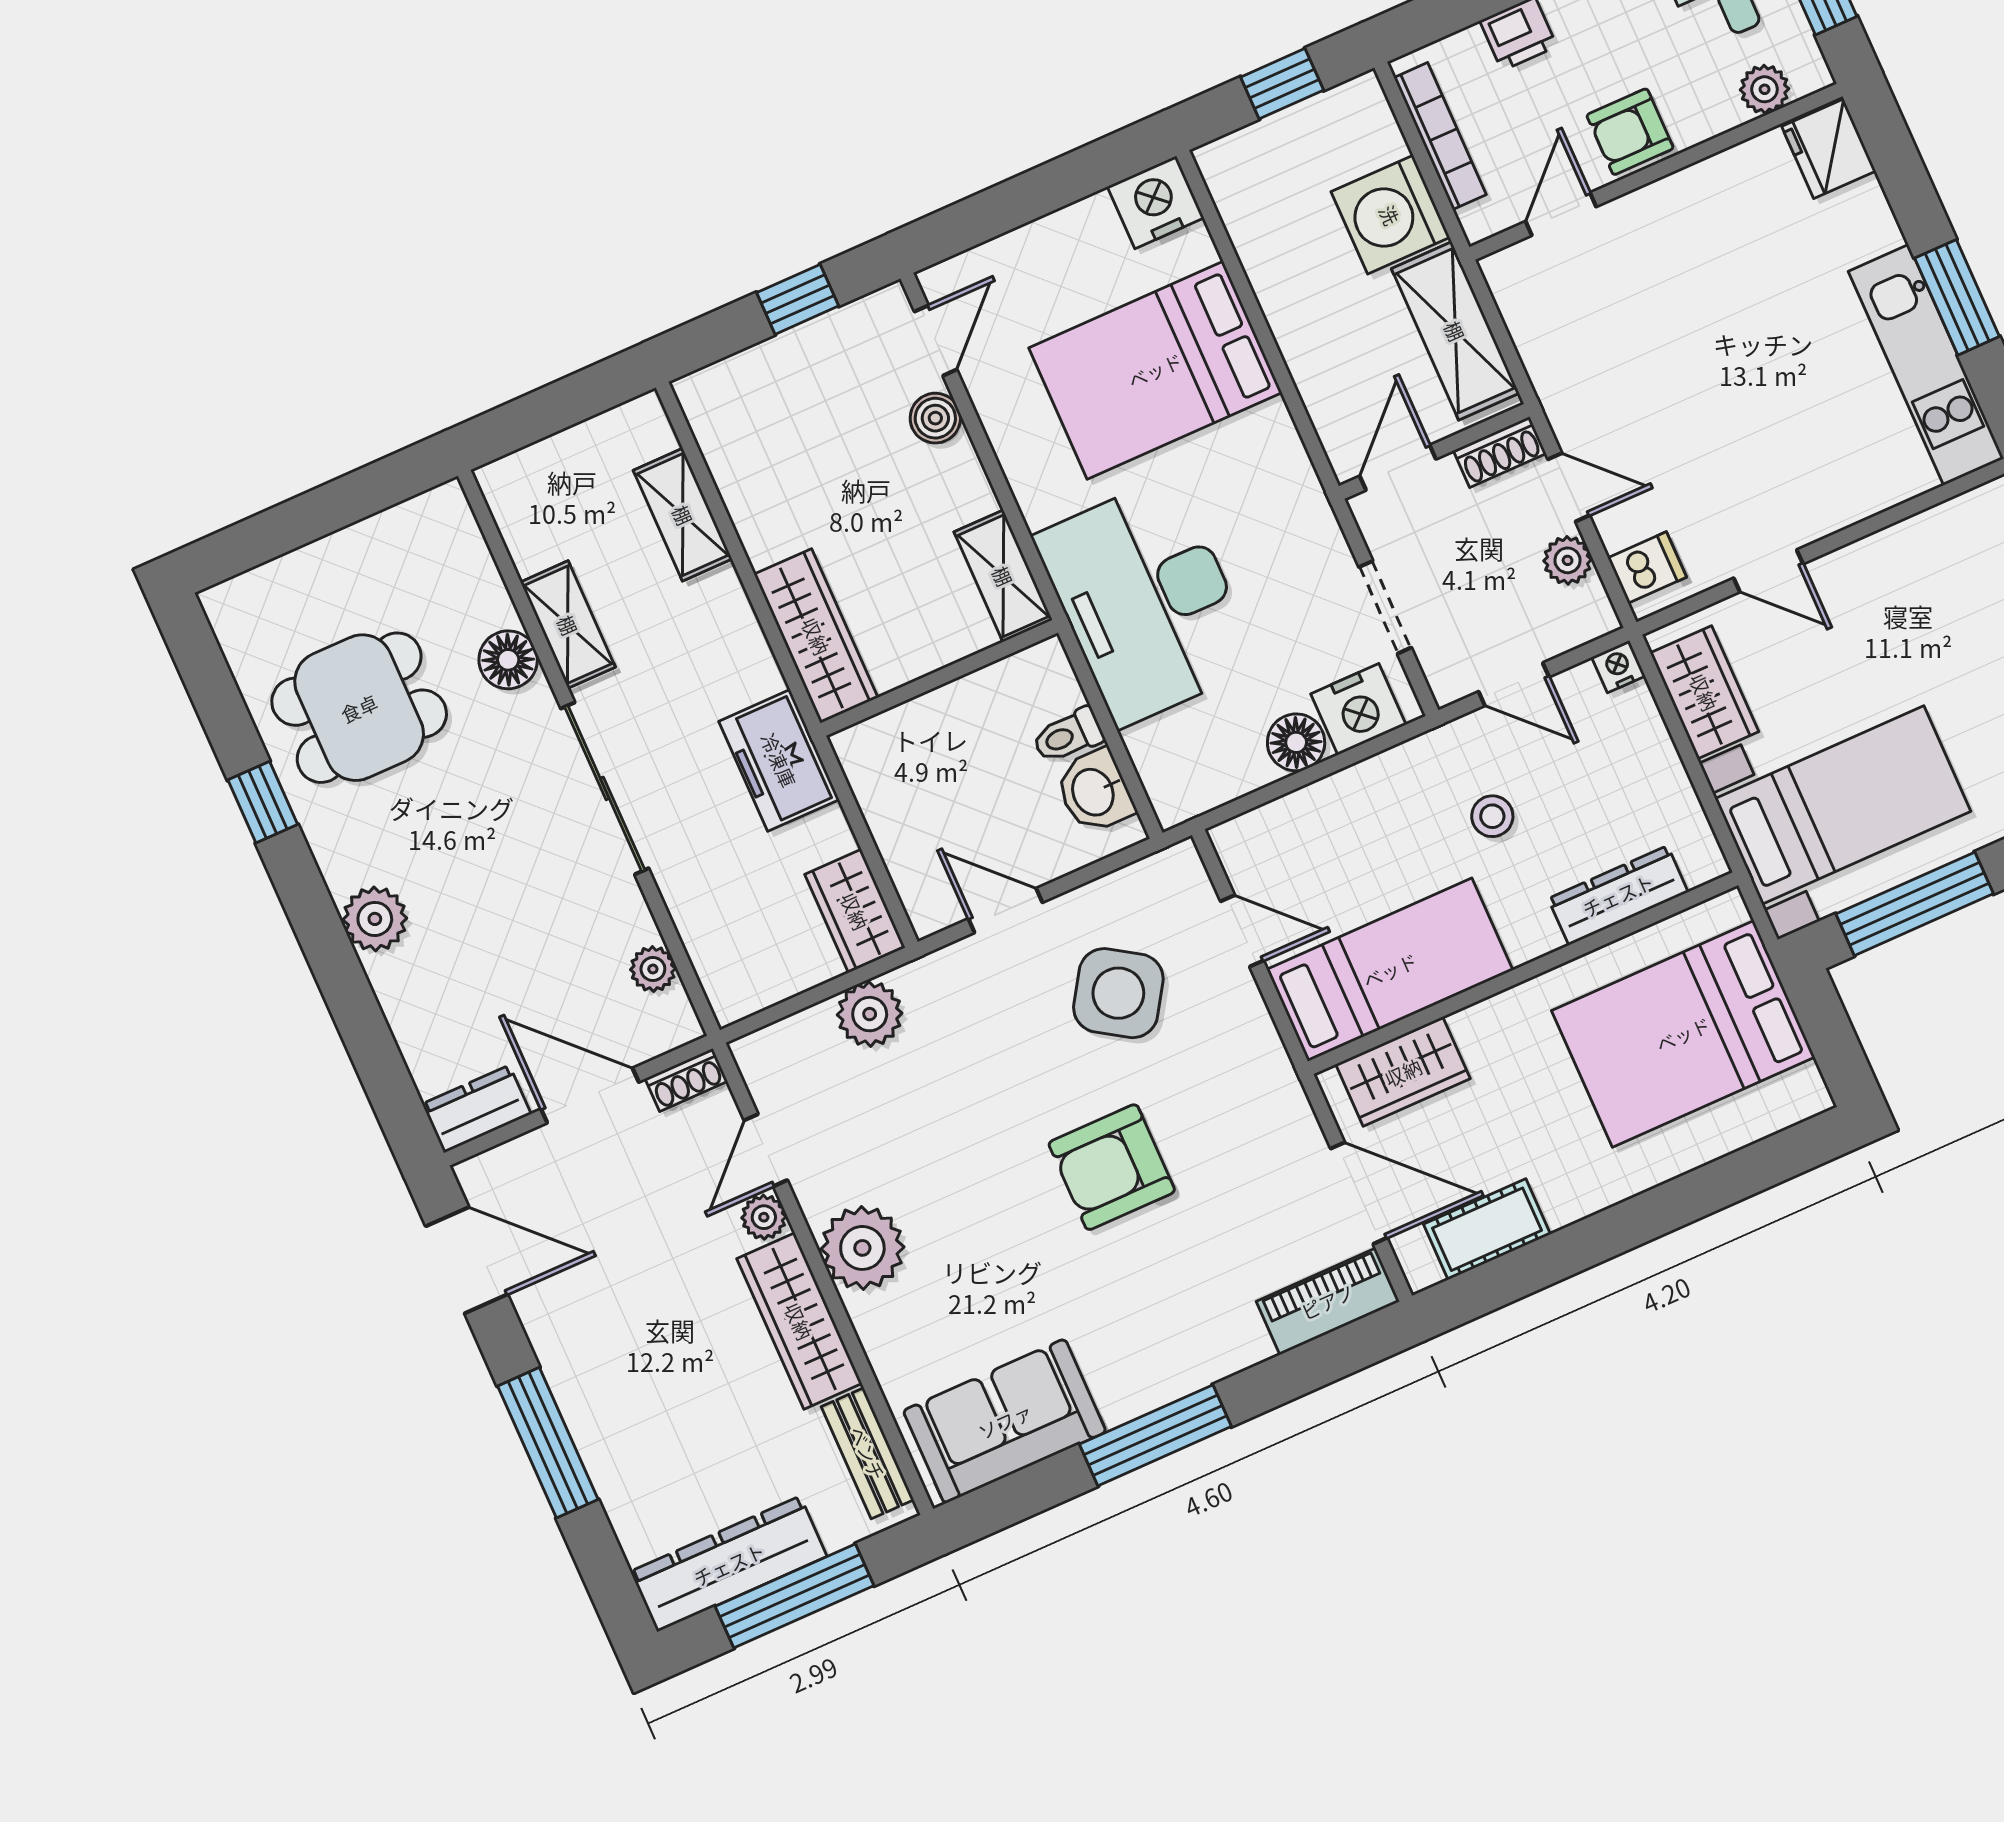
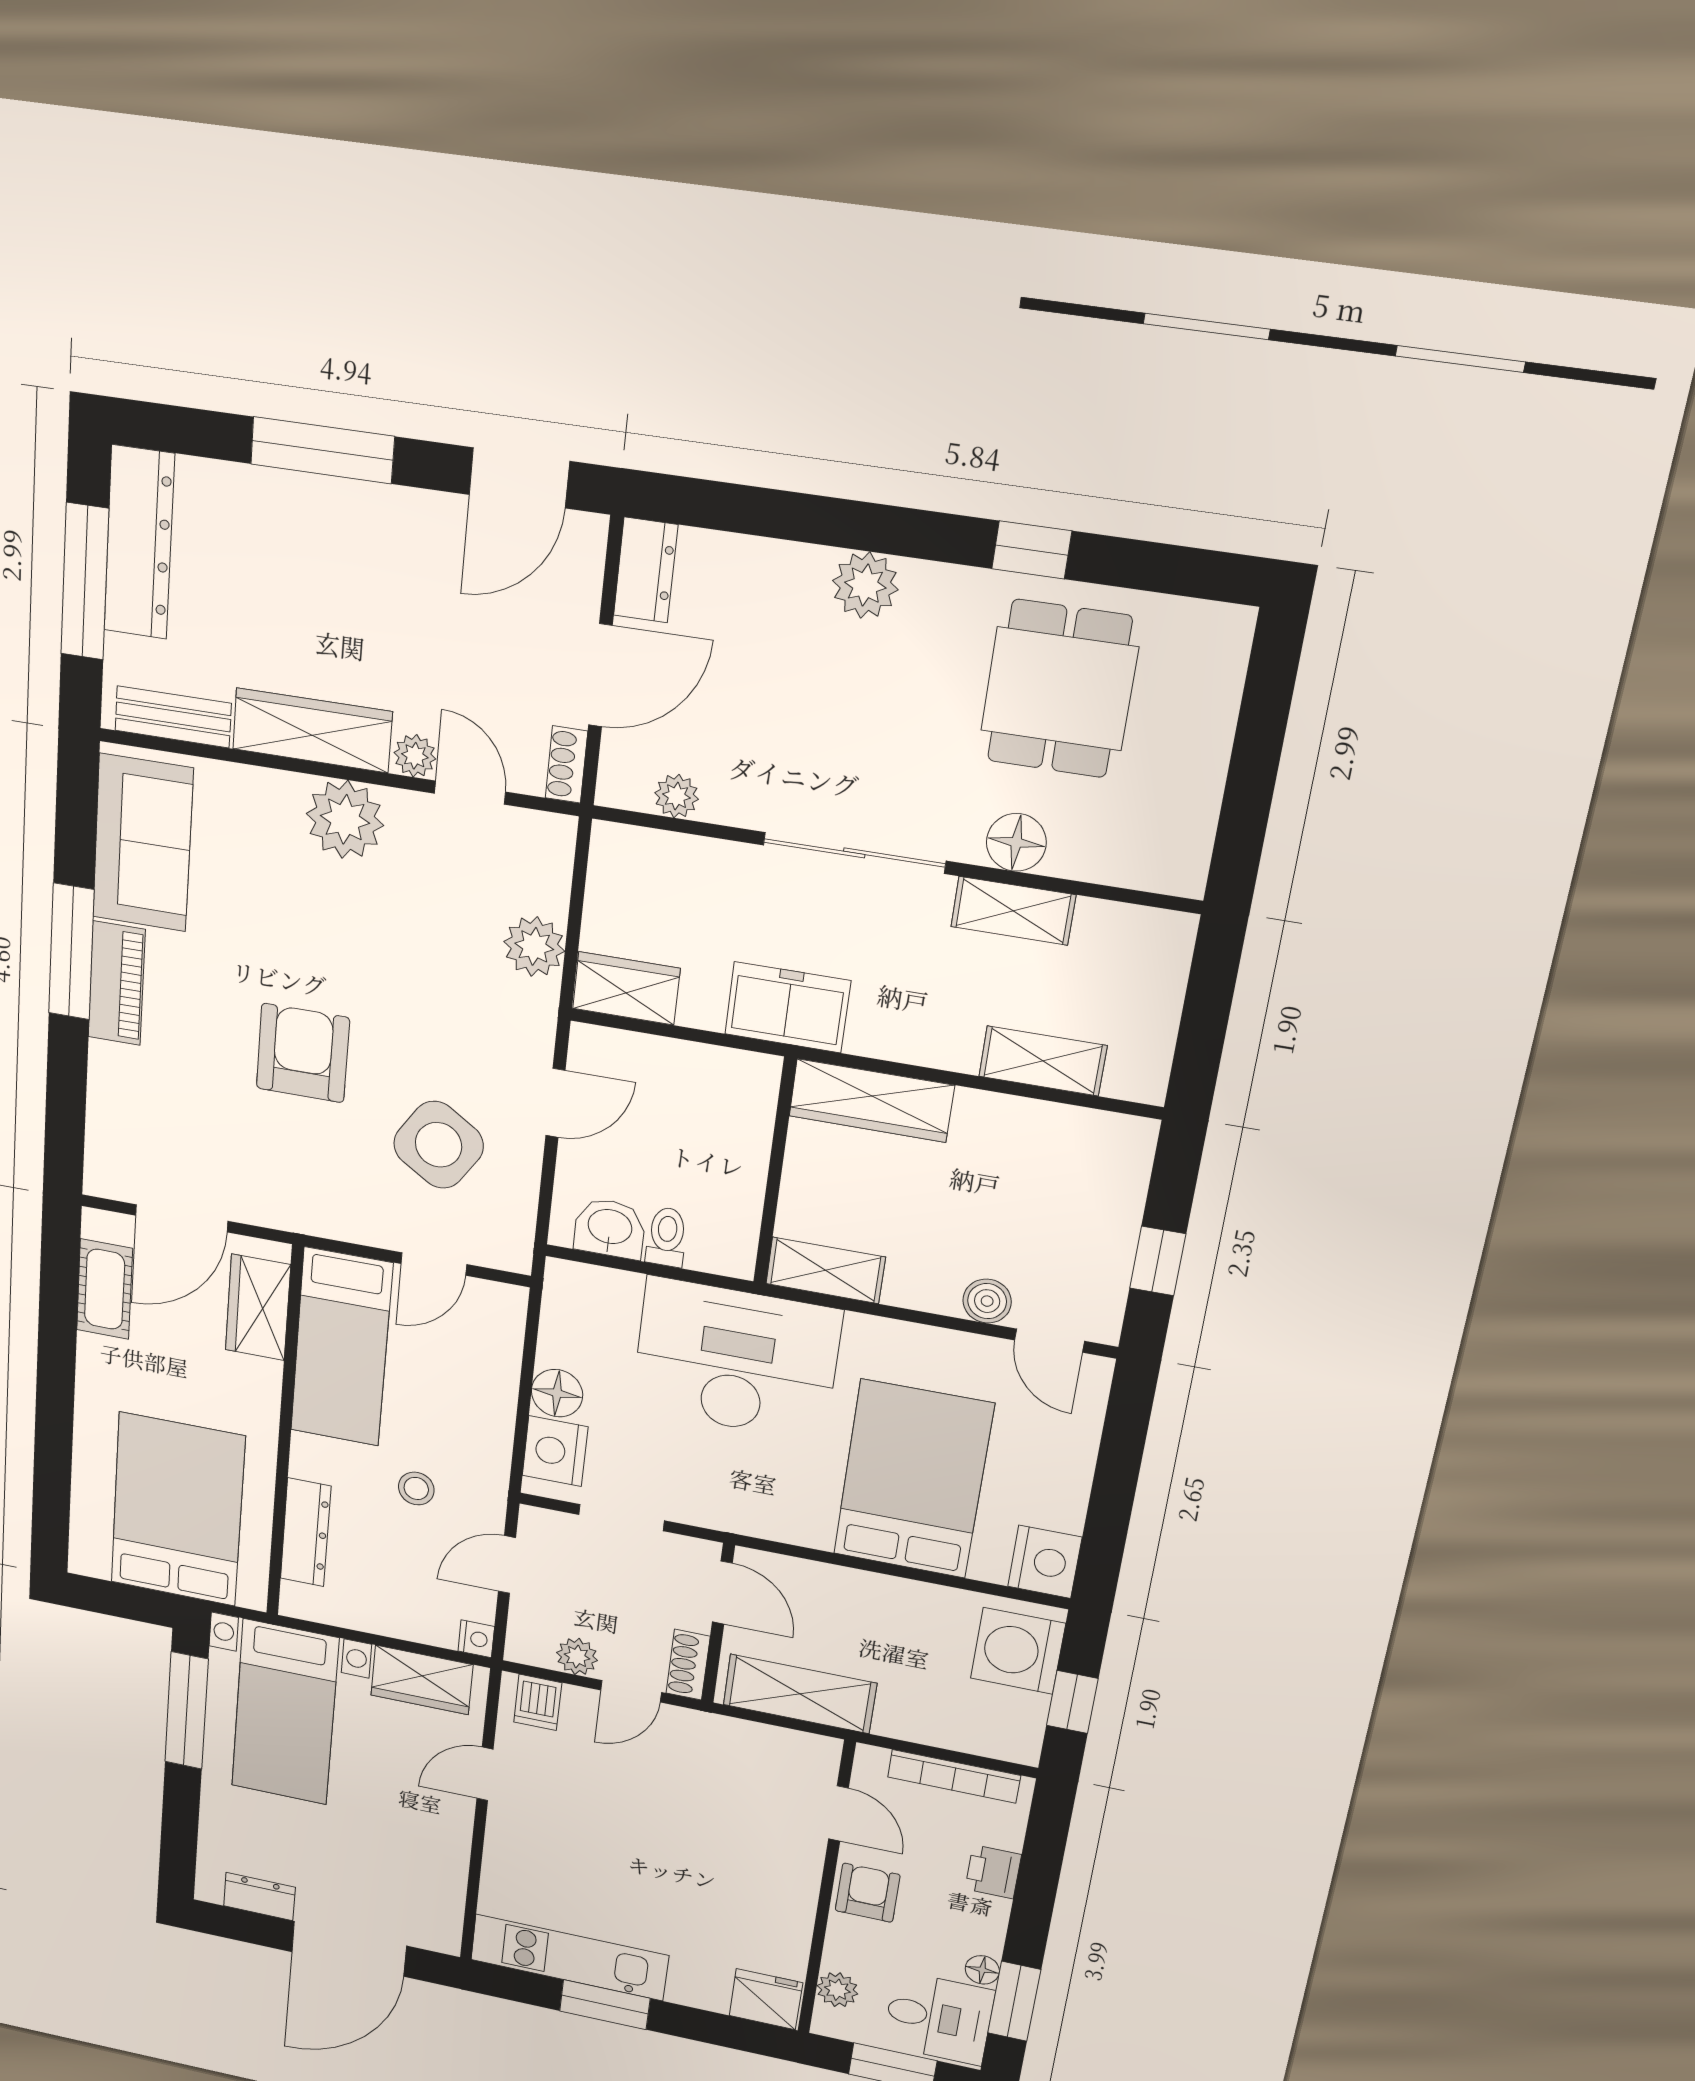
washing machine: (1390, 215) -> (1018, 1651), moved, turned -90
piano: (1328, 1301) -> (117, 983), moved

